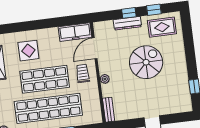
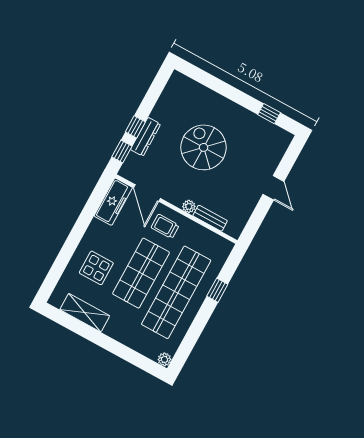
window: (154, 10) -> (122, 151), moved
rug: (162, 27) -> (178, 102), removed
bench: (109, 110) -> (210, 218), moved

